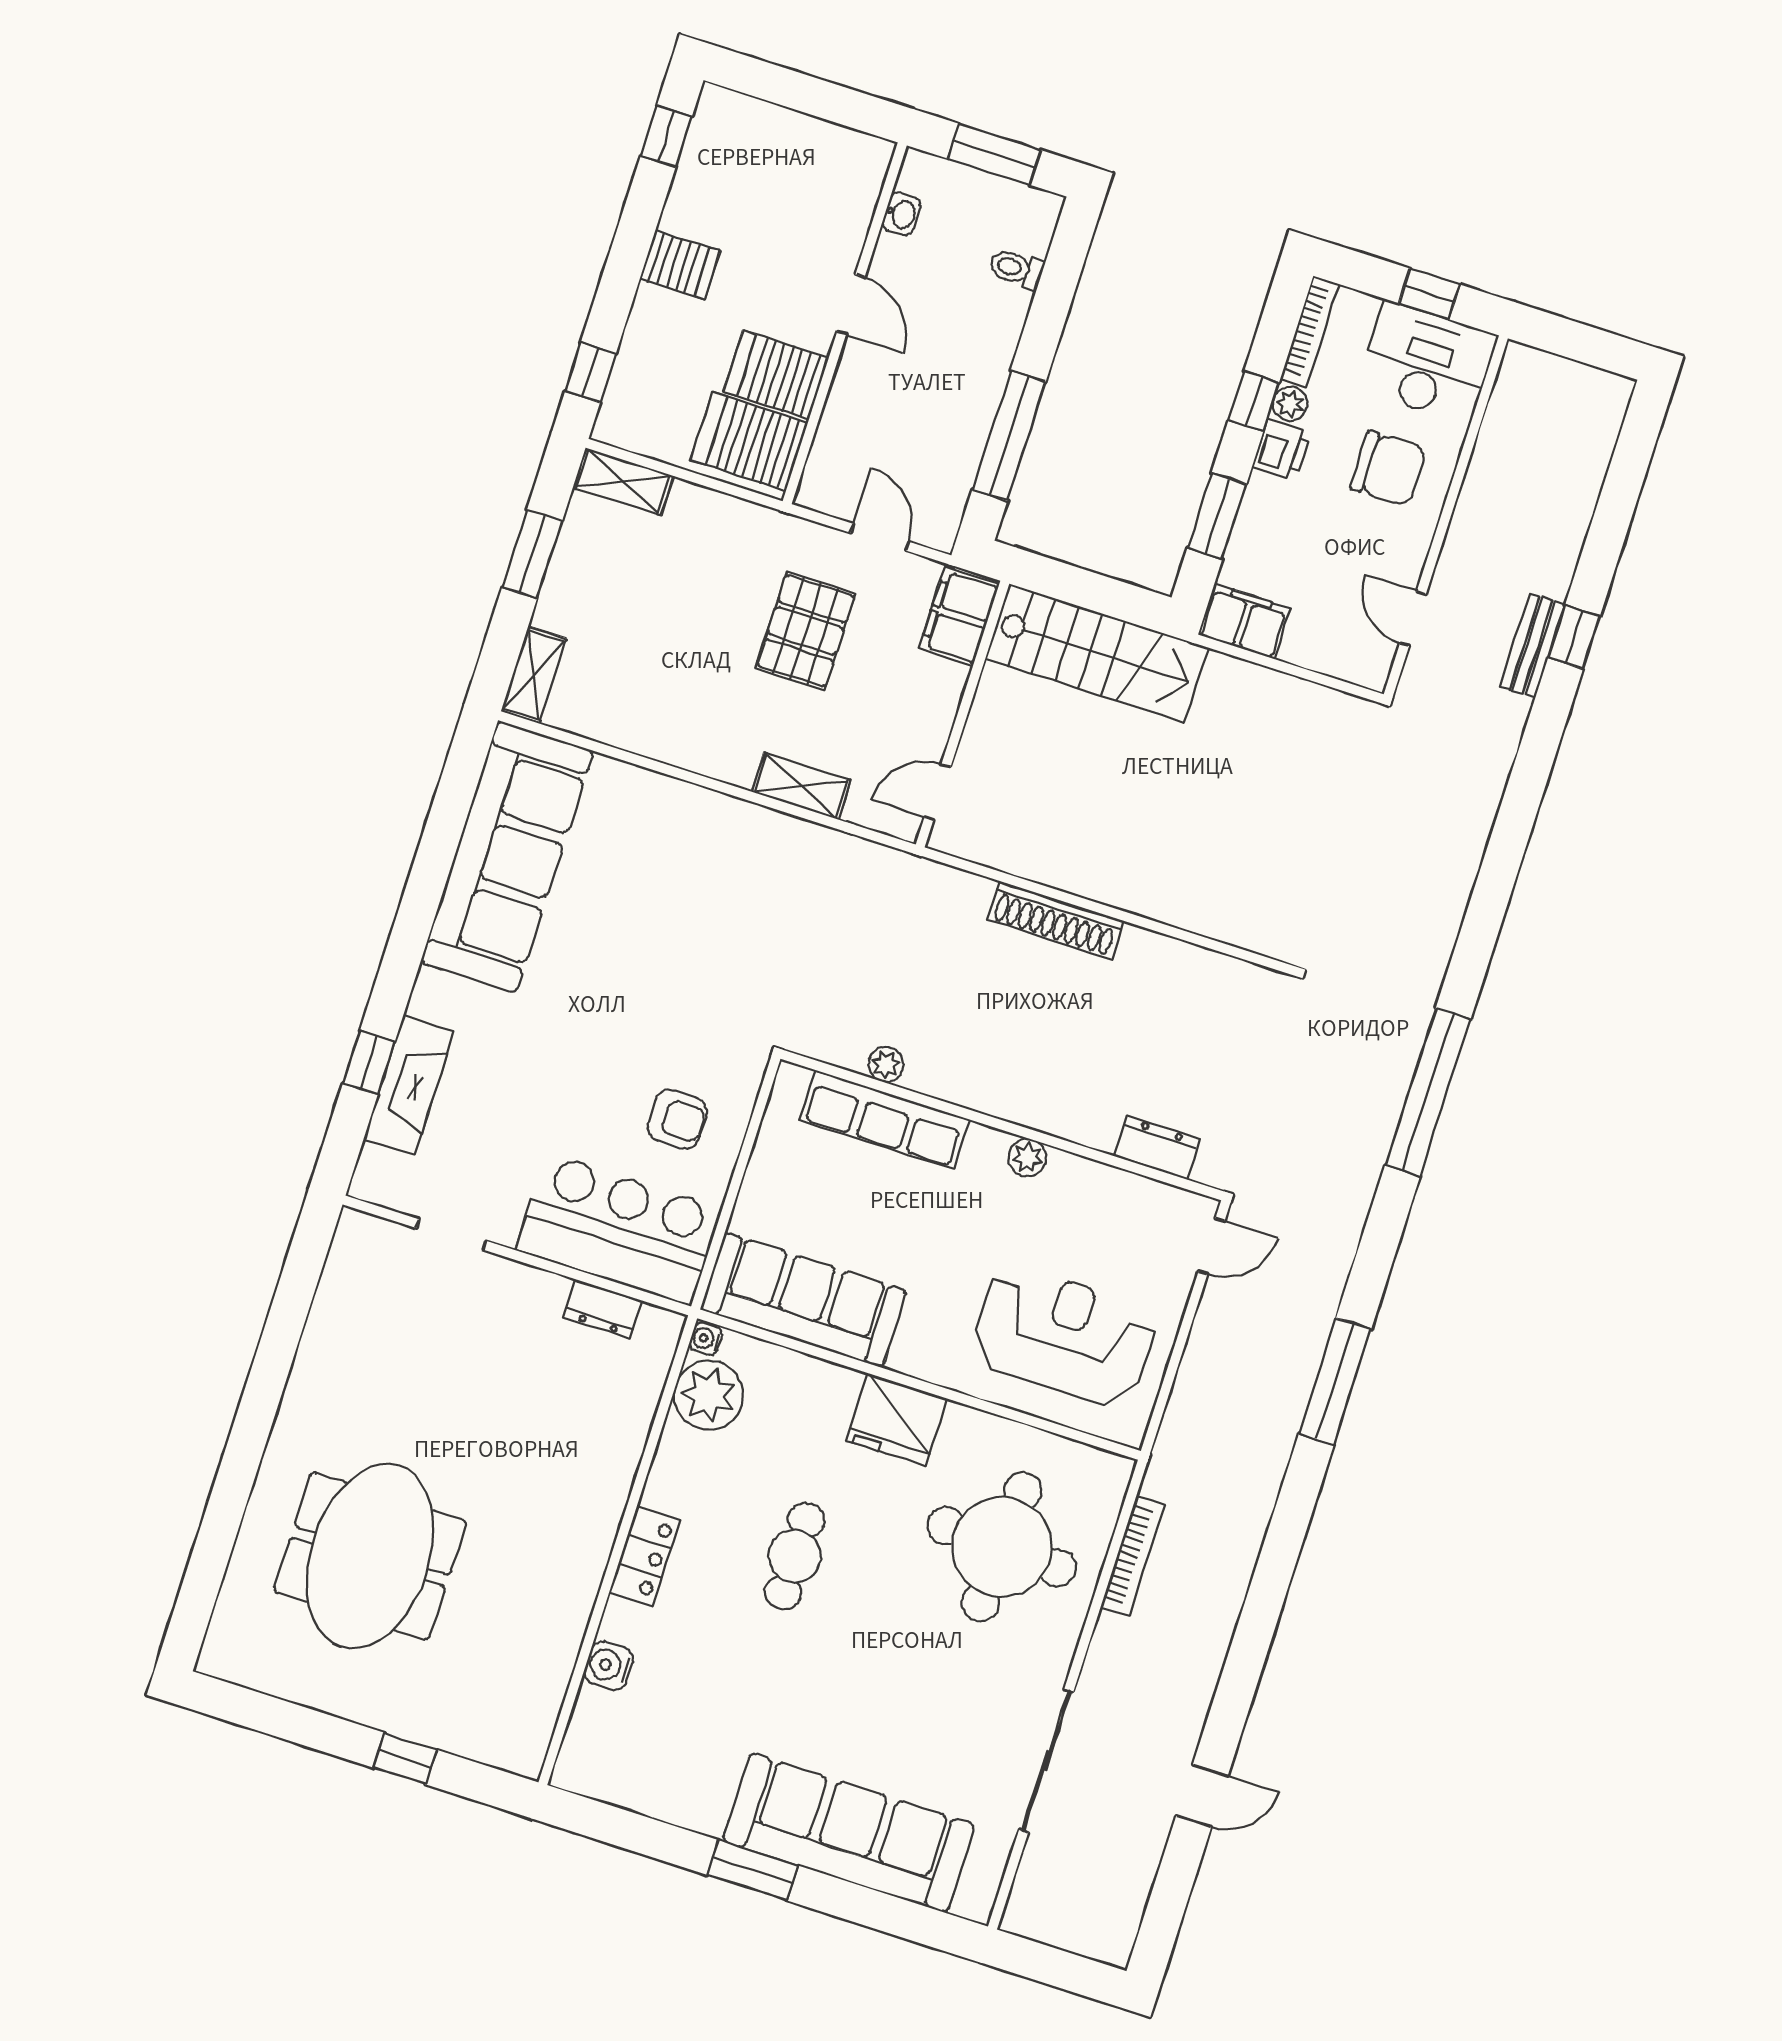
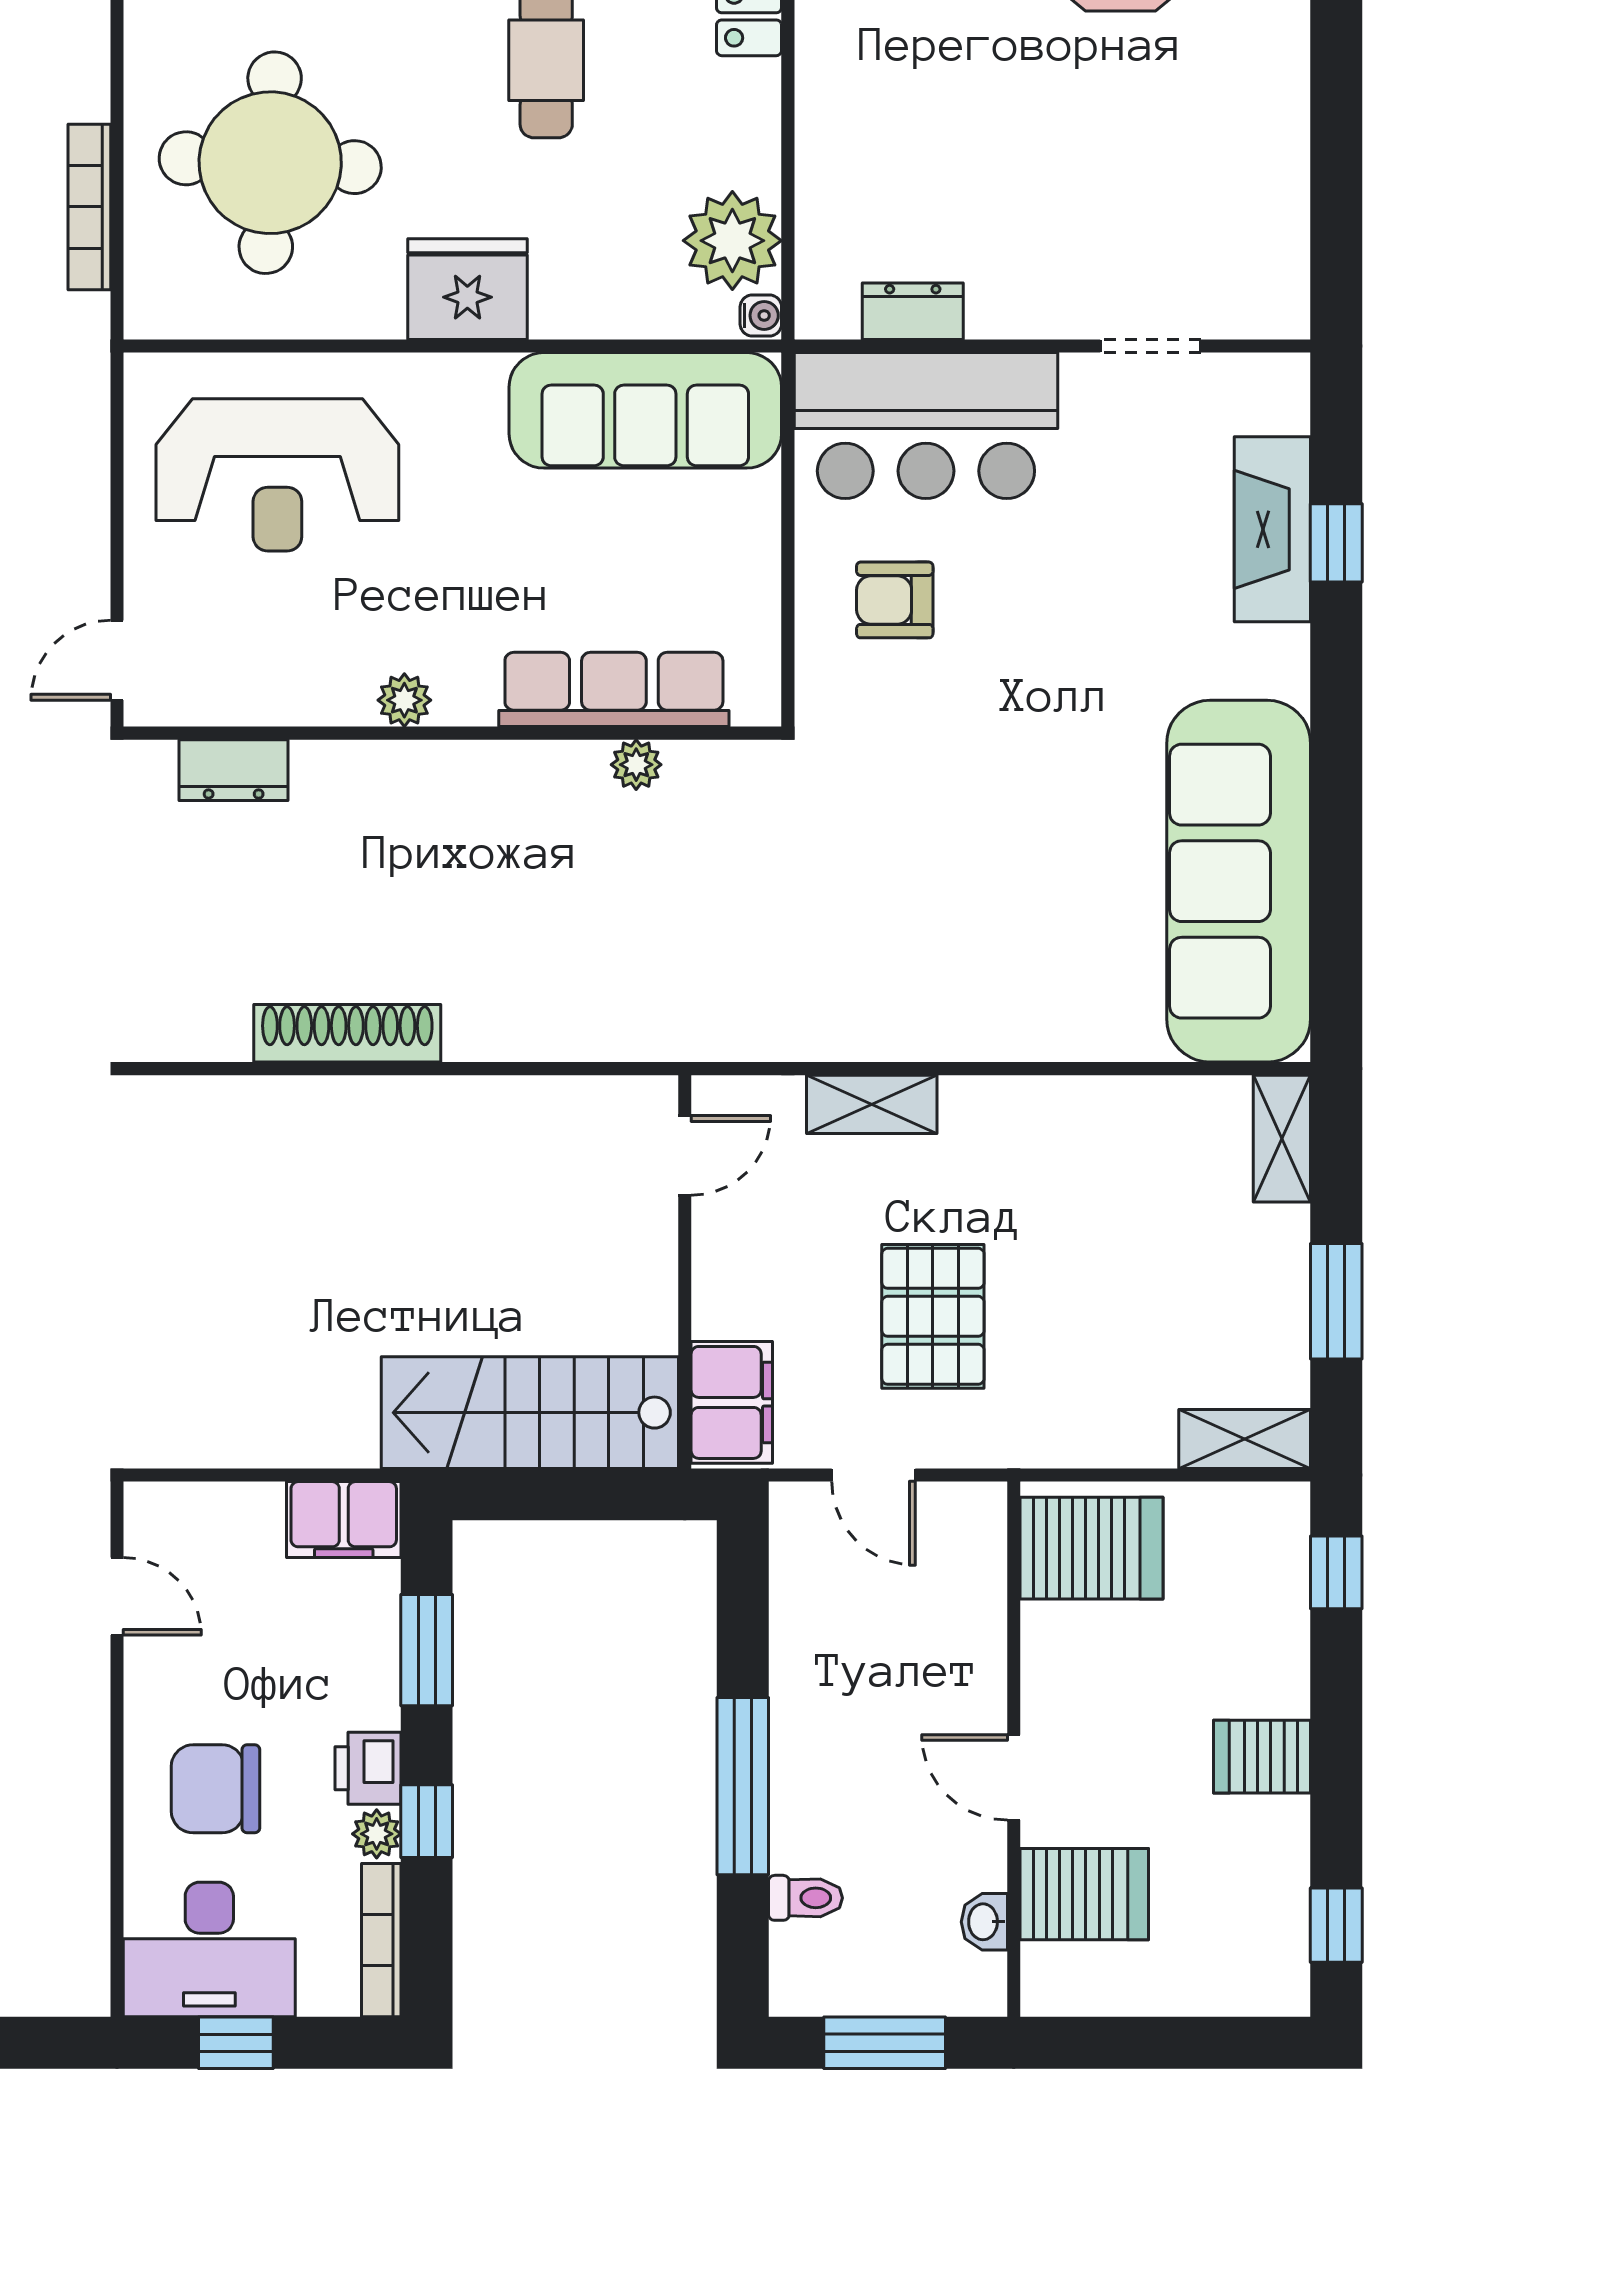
server rack: (776, 375) -> (1084, 1894), moved
window: (1009, 436) -> (743, 1786), moved
shoe rack: (1055, 920) -> (347, 1033), moved

